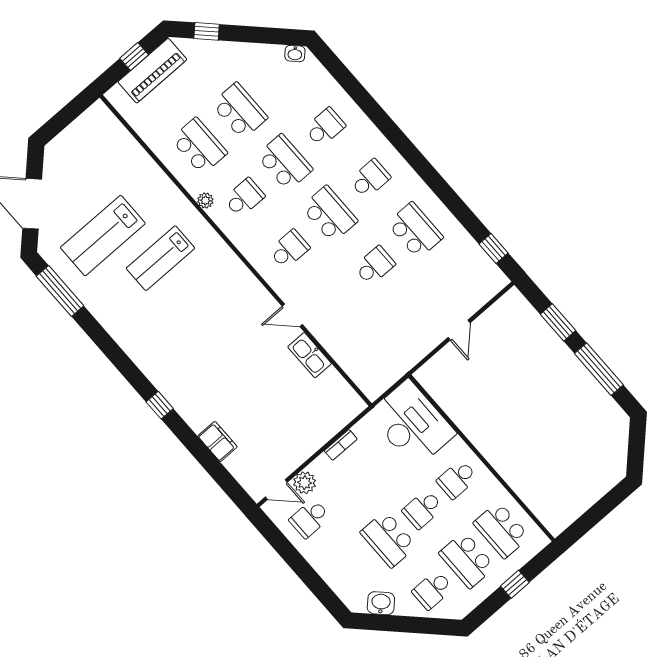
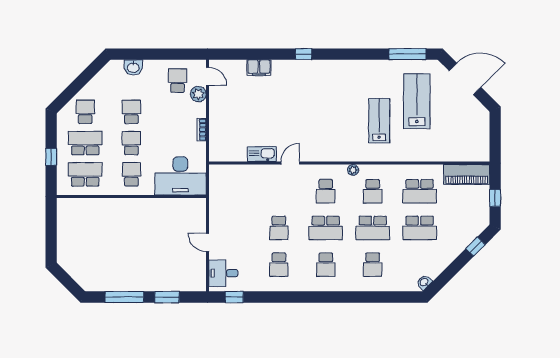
piano: (152, 71) -> (467, 174), moved, turned -90
plant: (205, 200) -> (353, 170), moved
school desk: (415, 230) -> (279, 265), width x0.54
desk: (478, 283) -> (223, 273), added
door: (276, 490) -> (207, 76), swing flipped
school desk: (388, 539) -> (131, 112), width x0.54
washbasin: (381, 603) -> (133, 67), moved, turned 45

